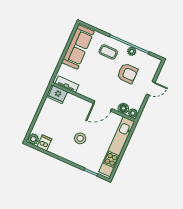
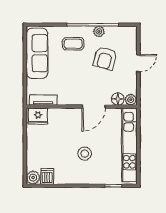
armchair: (127, 73) -> (105, 58), turned 105

